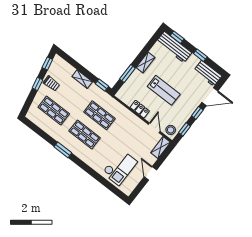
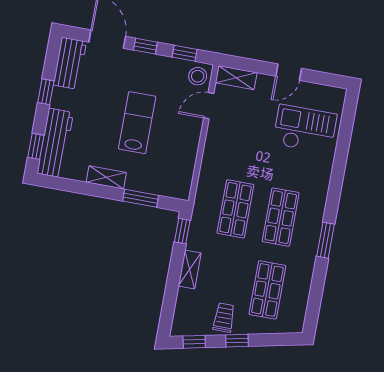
locker: (140, 109) -> (190, 146), removed

